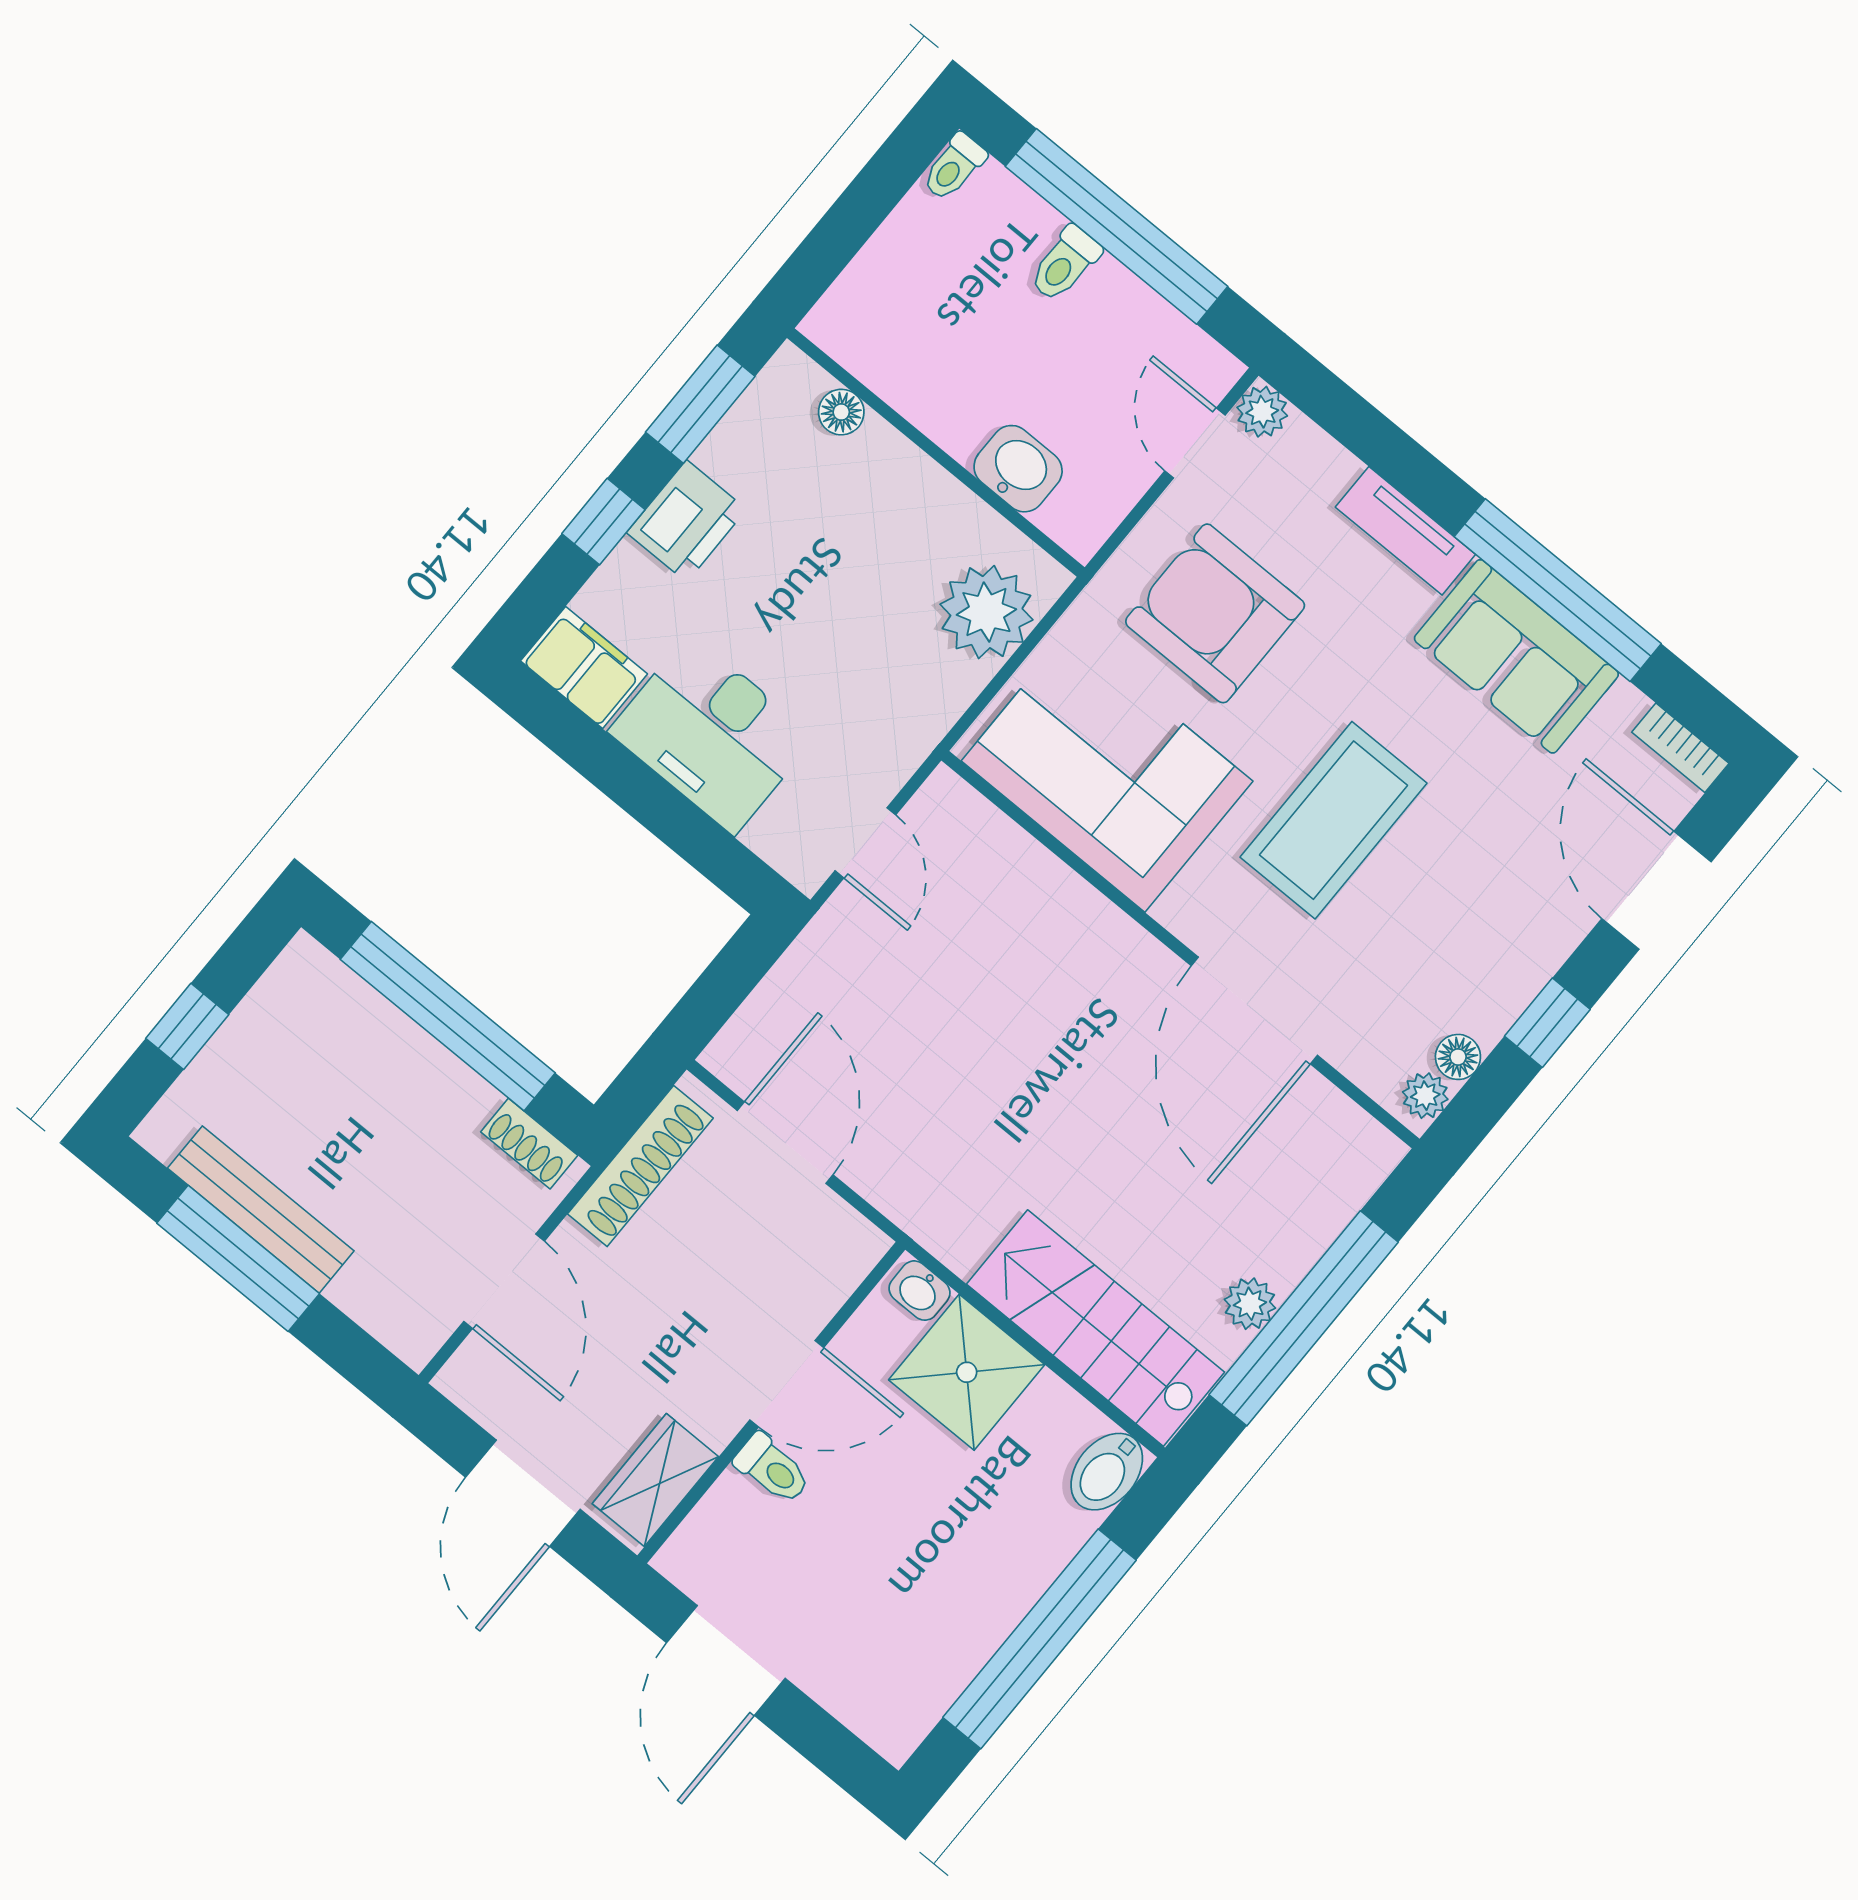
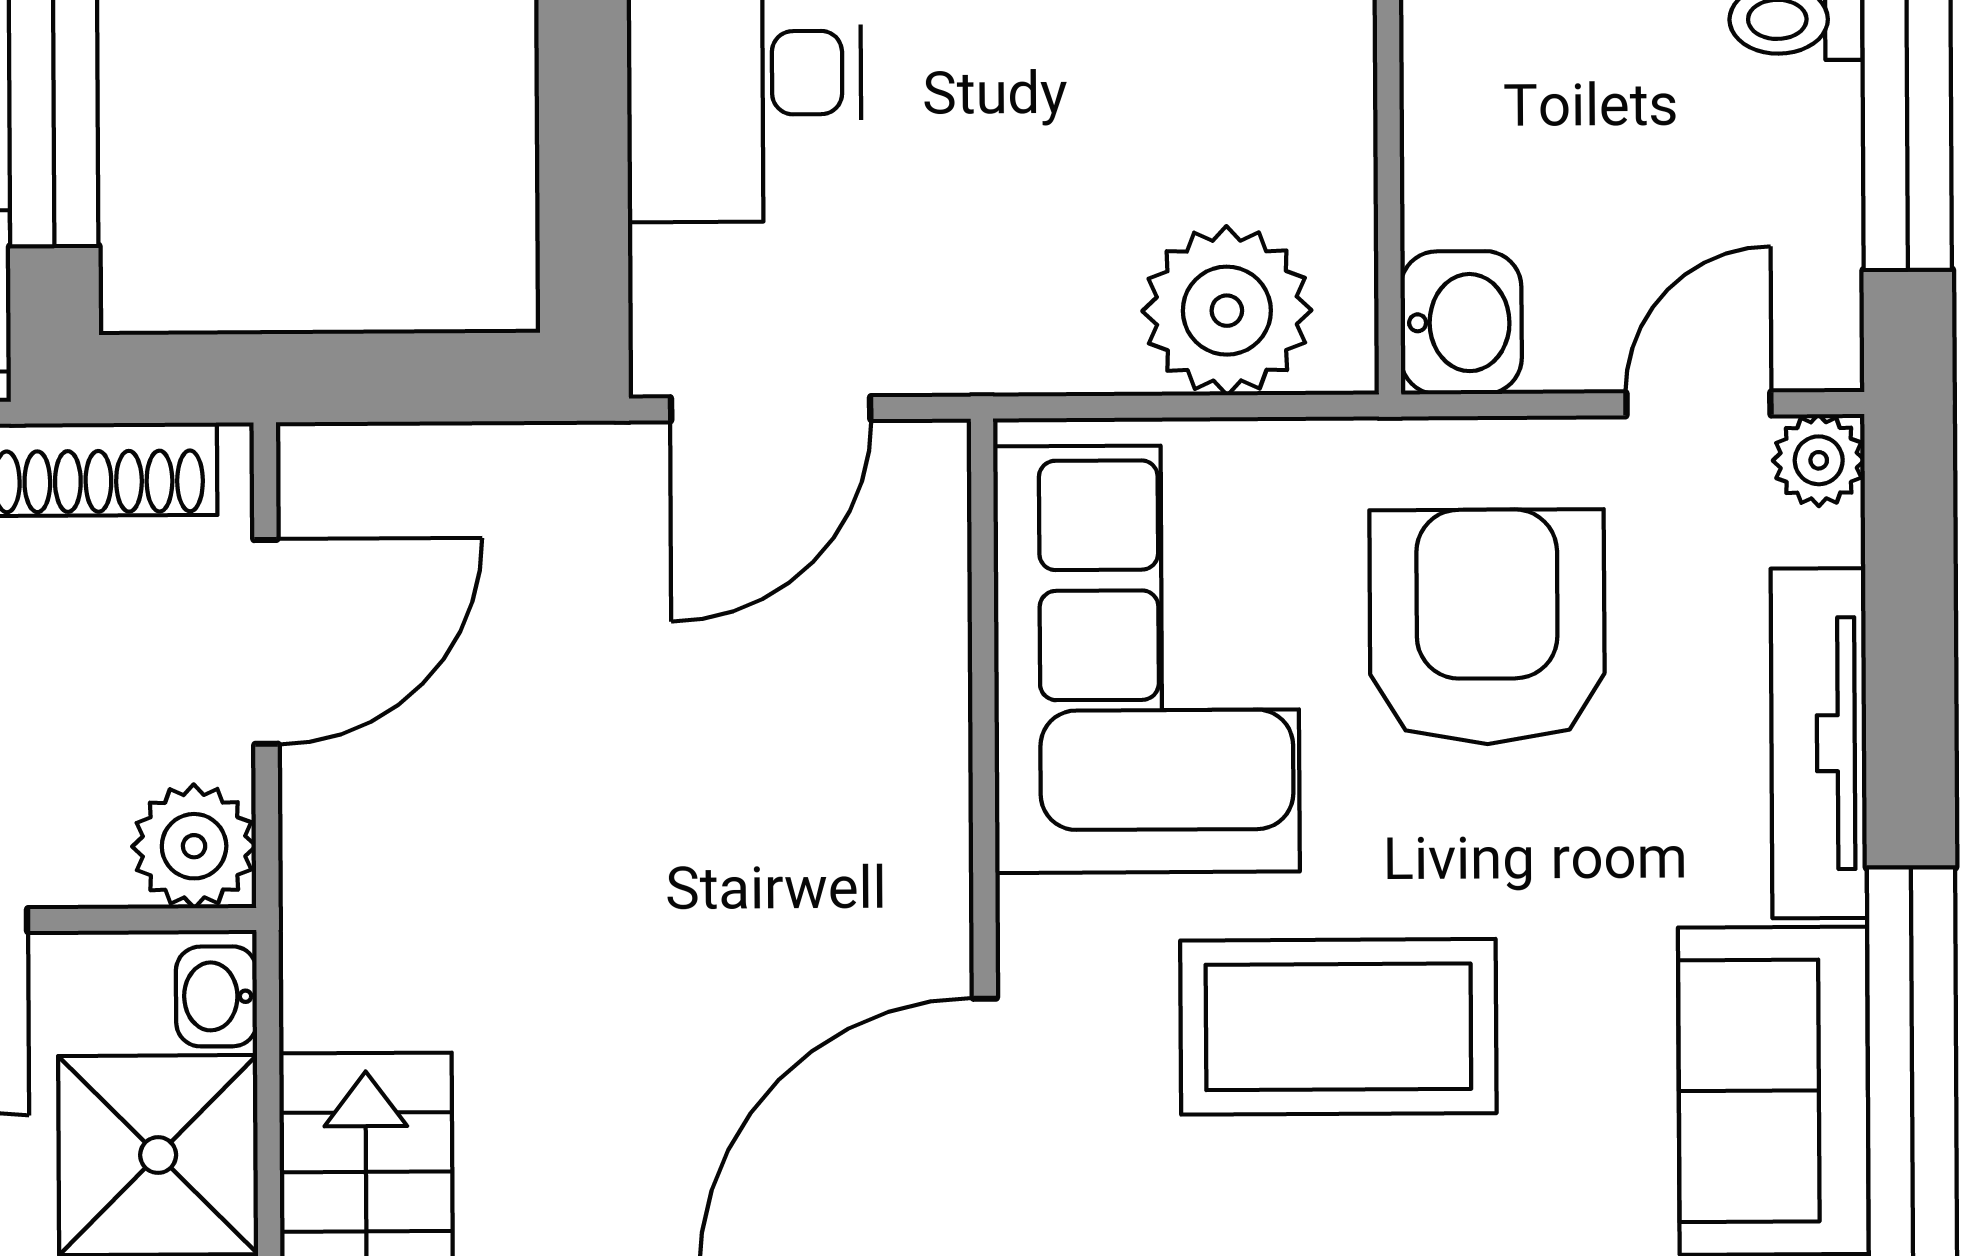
washbasin: (1018, 469) -> (1461, 323), moved
tv unit: (1405, 531) -> (1819, 743), width x1.41
door: (865, 843) -> (771, 409), width x1.38
plant: (847, 1246) -> (194, 846), added

